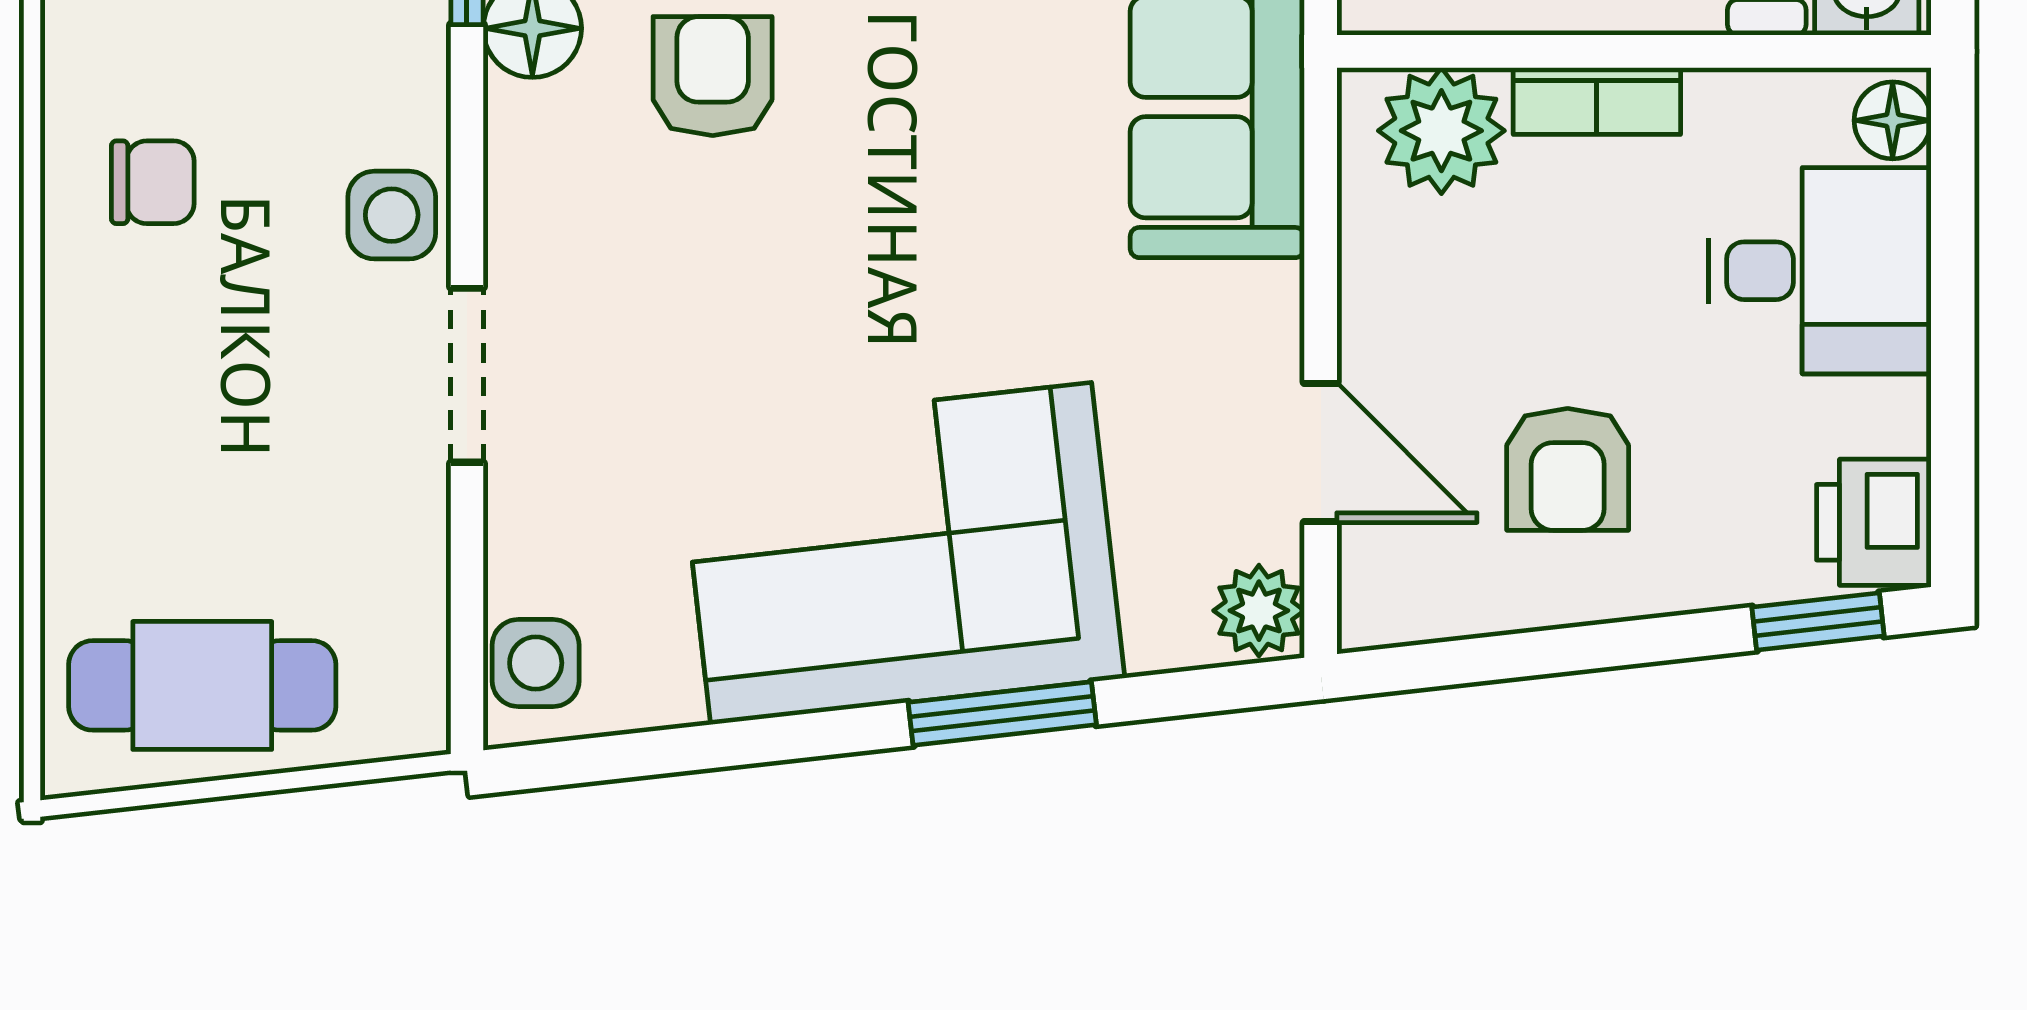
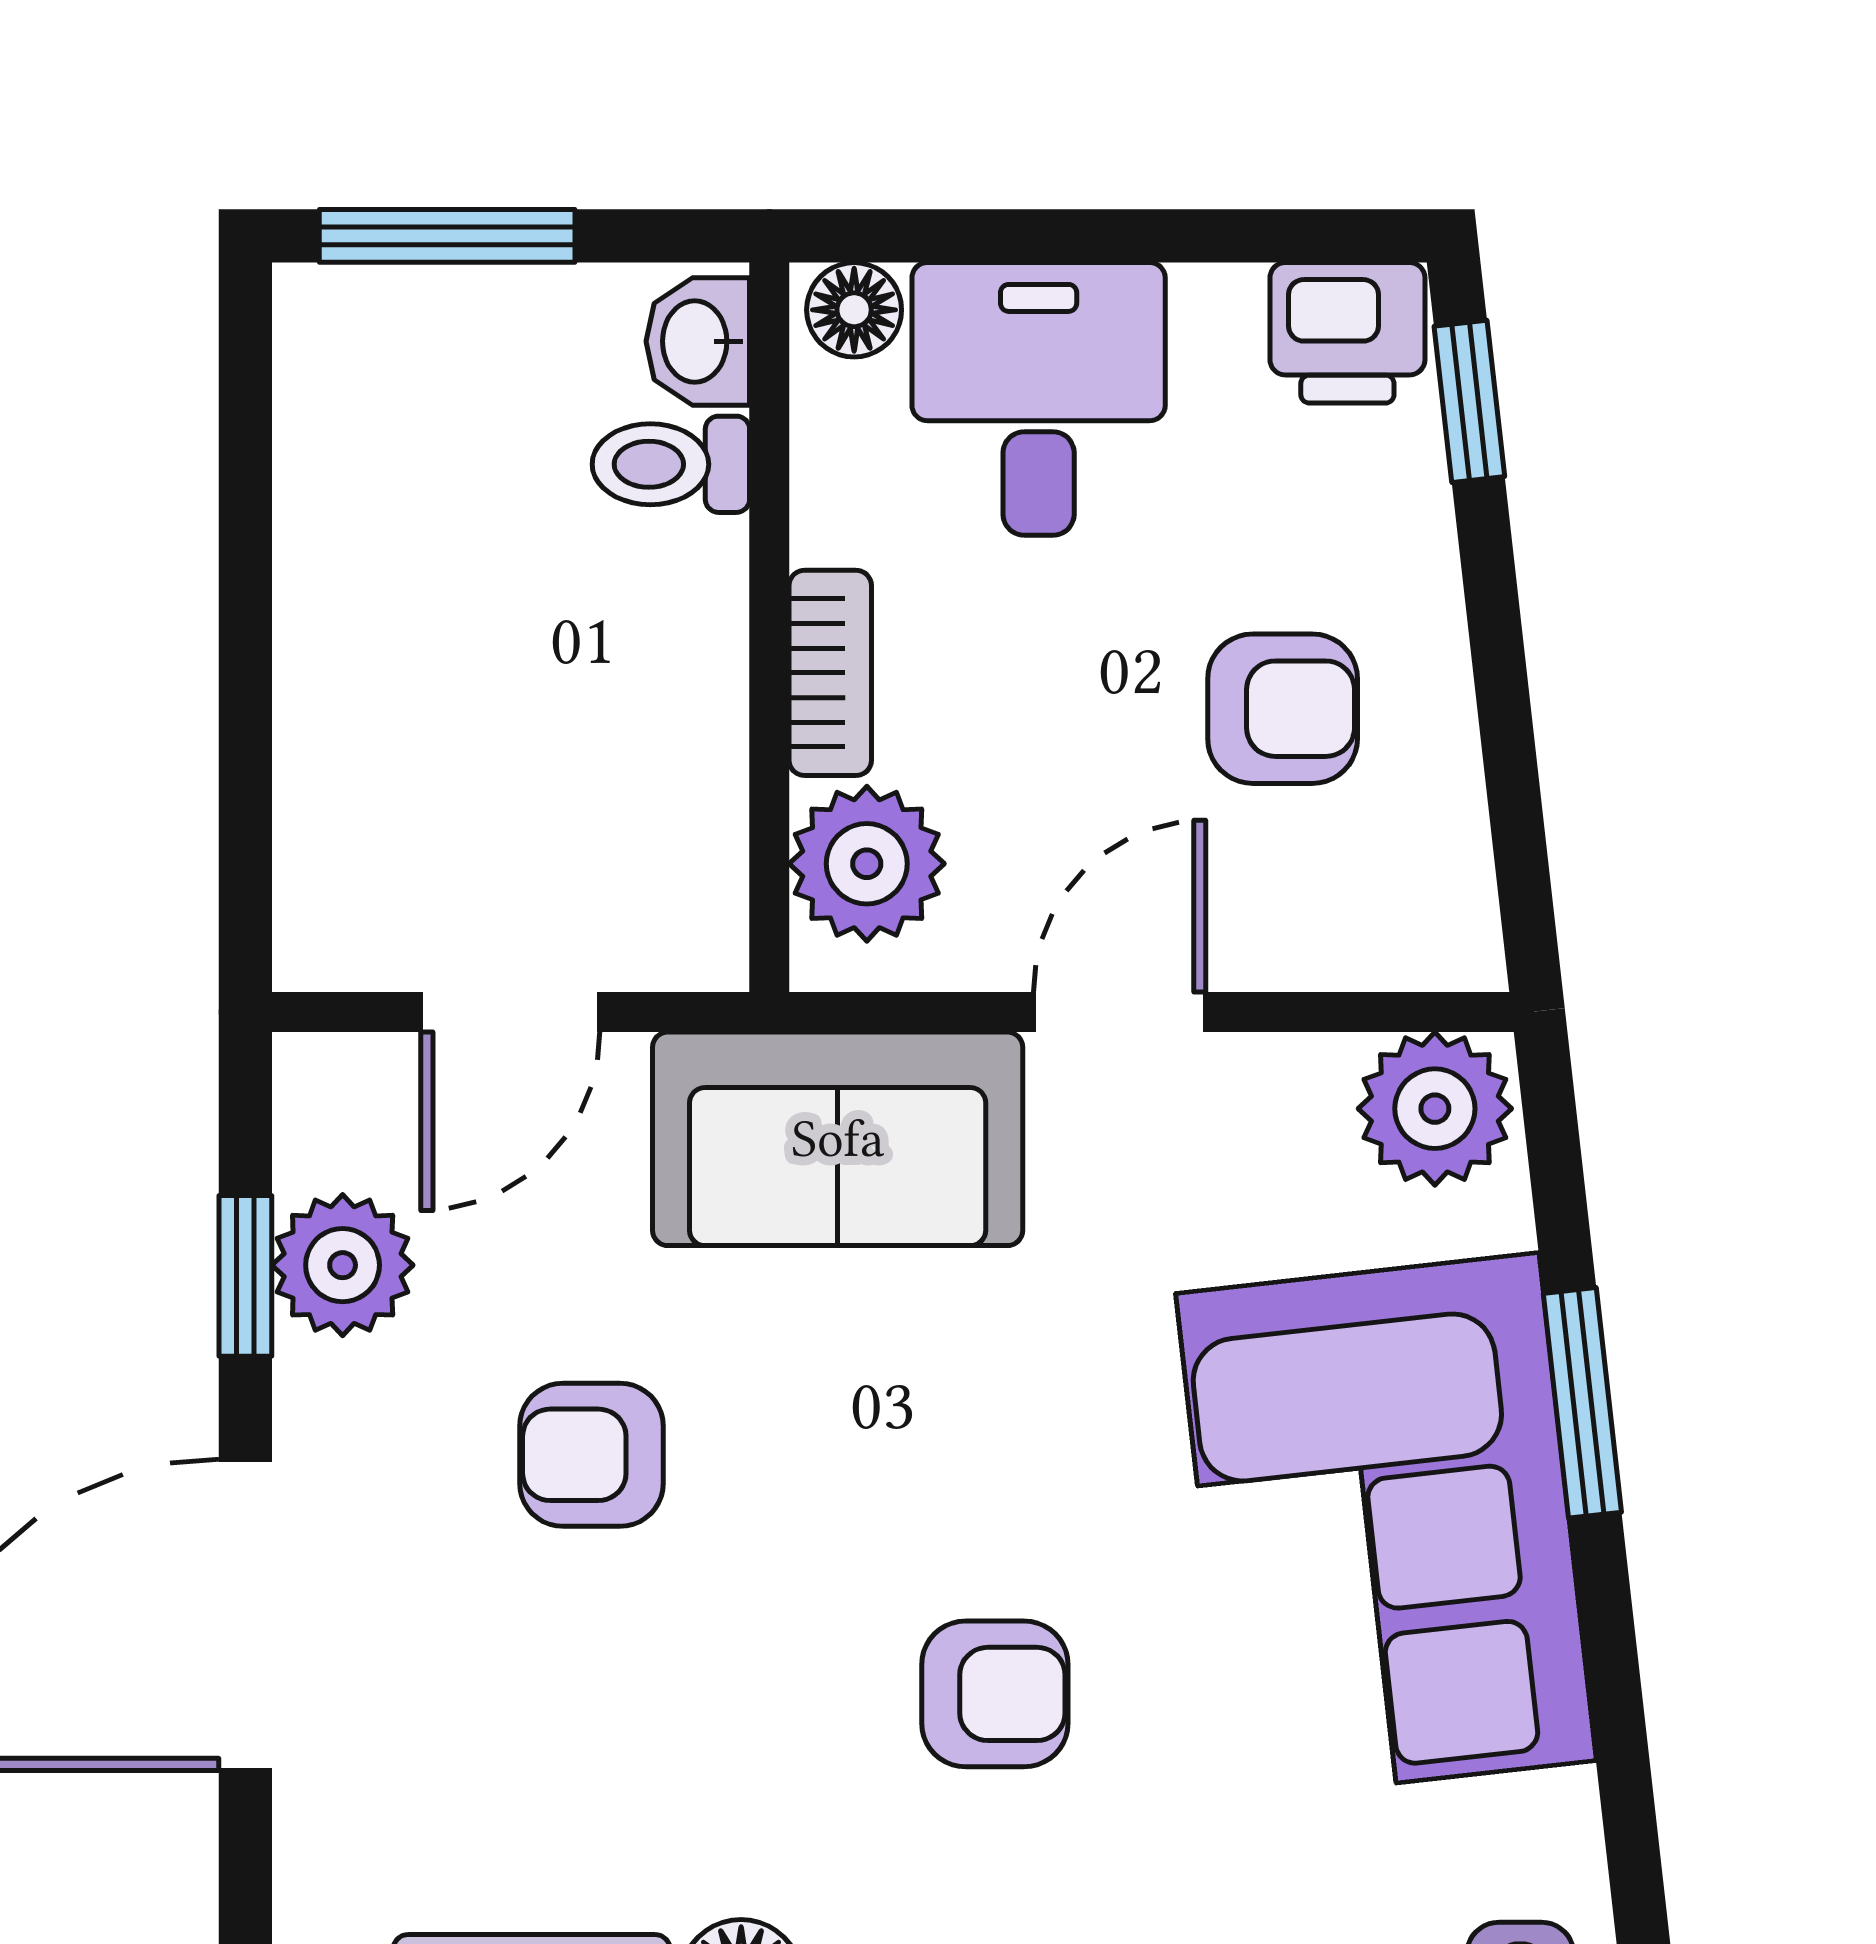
armchair: (713, 76) -> (995, 1694), moved, turned 180
door: (1321, 452) -> (1120, 1012), moved
plant: (1259, 611) -> (1435, 1109), width x1.38, depth x1.38

